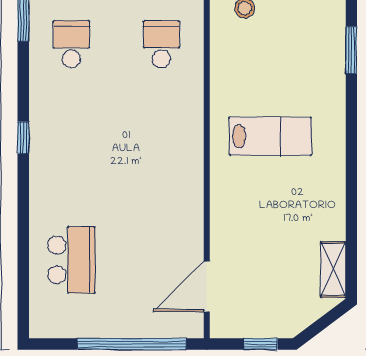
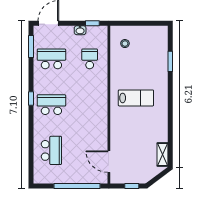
school desk: (71, 44) -> (51, 59), width x1.85
school desk: (71, 152) -> (51, 105), added
door: (207, 286) -> (109, 162), hinge flipped

